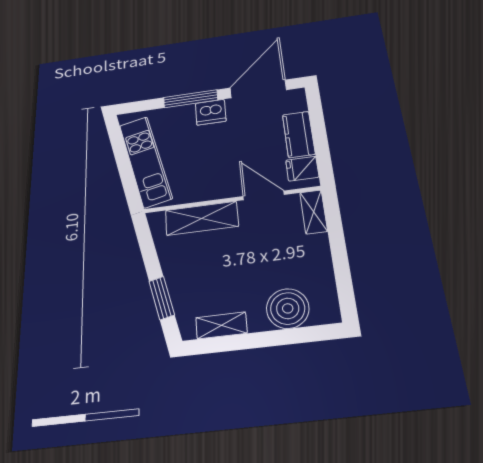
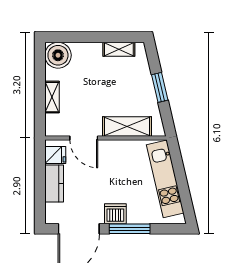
shelving: (314, 212) -> (52, 97), moved
window: (162, 298) -> (160, 87), moved
boiler: (288, 308) -> (58, 55), moved

